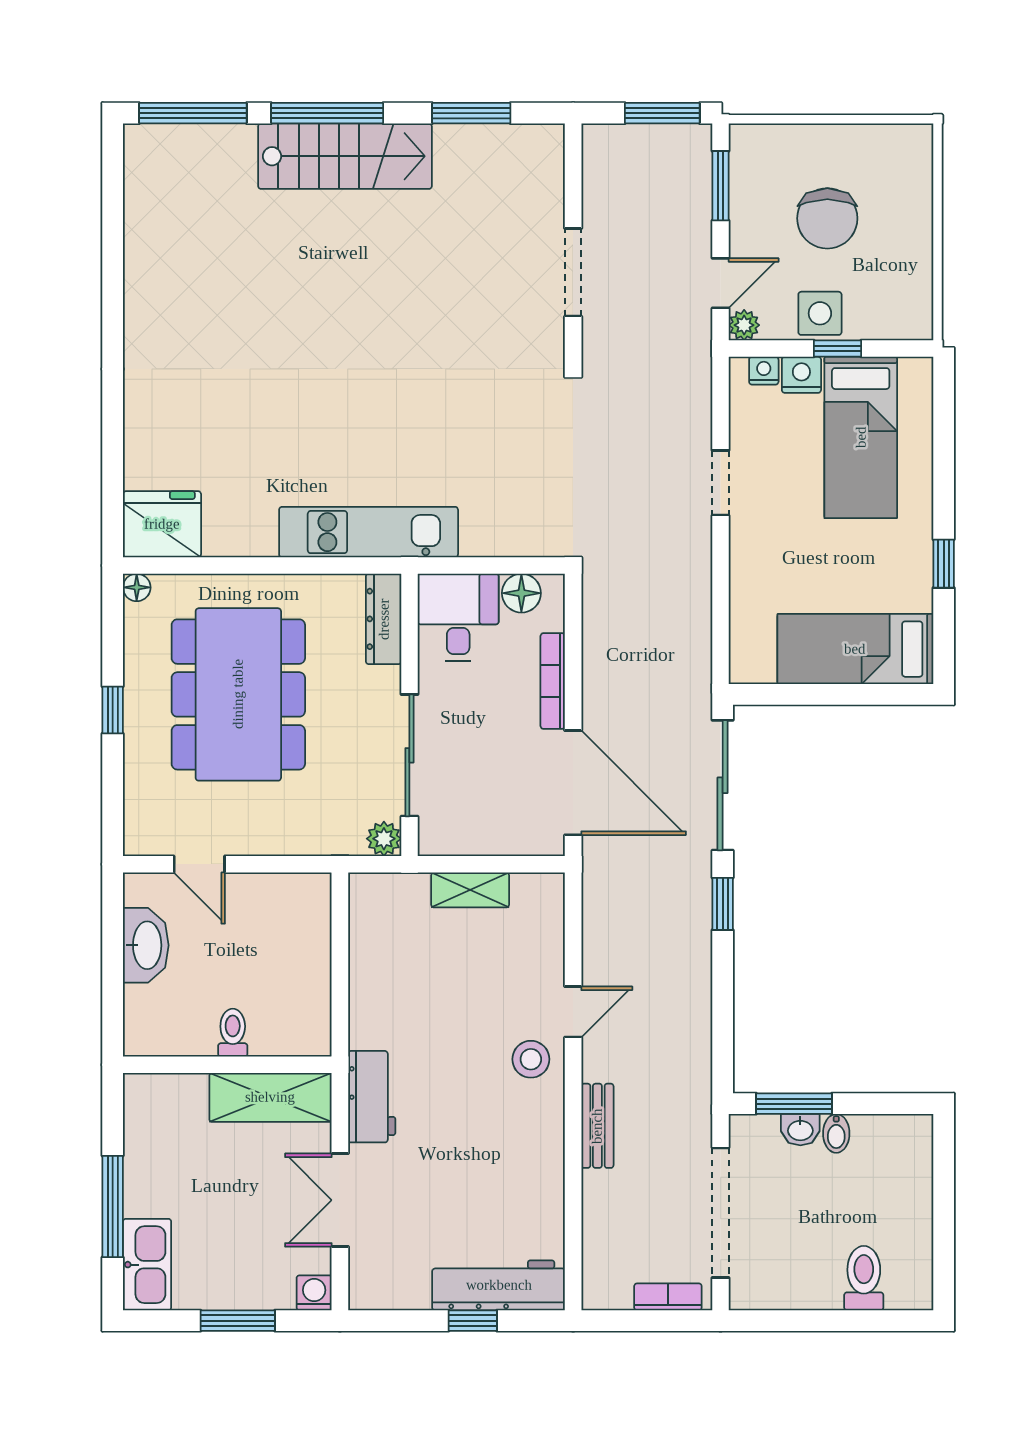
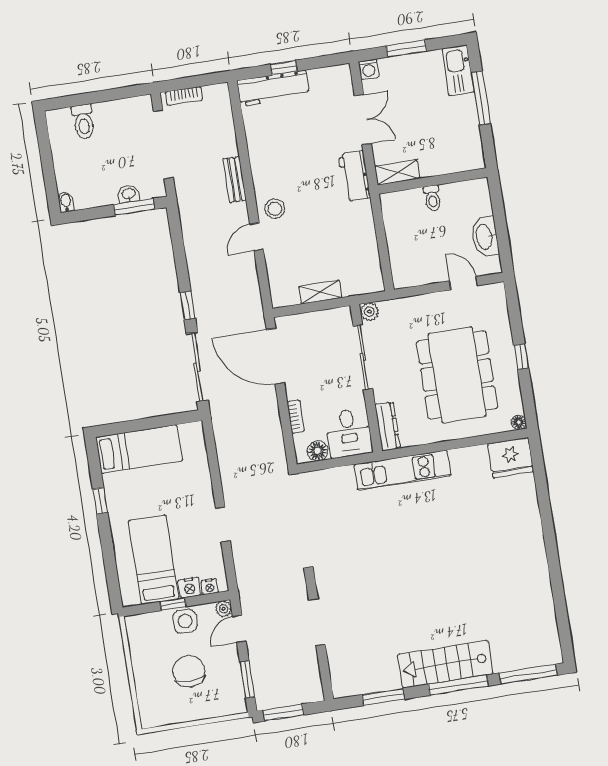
bookcase: (553, 681) -> (296, 417), width x0.64
shelving: (270, 1097) -> (397, 172), width x0.67, depth x0.75
bidet: (836, 1133) -> (66, 202), moved

